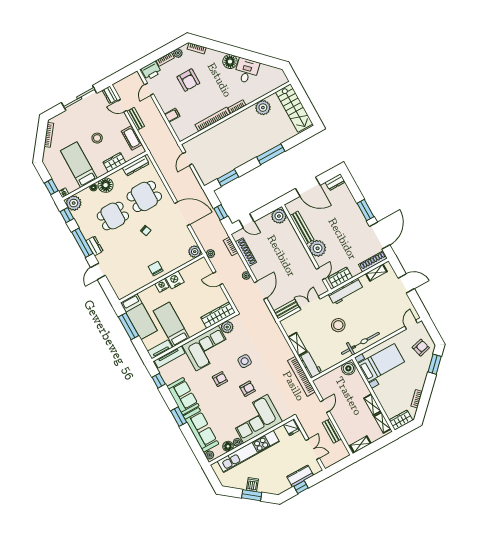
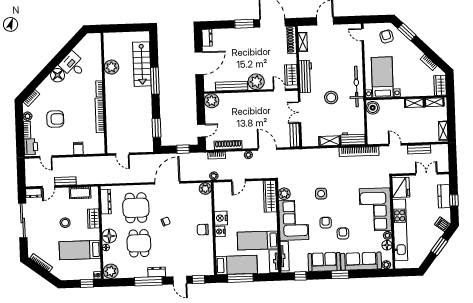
stairs: (294, 108) -> (142, 64), moved, turned 90
window: (67, 215) -> (198, 280), moved
armchair: (247, 389) -> (343, 233), moved
fridge: (291, 428) -> (401, 187), width x1.88, depth x1.34
dishwasher: (252, 484) -> (442, 224), moved

